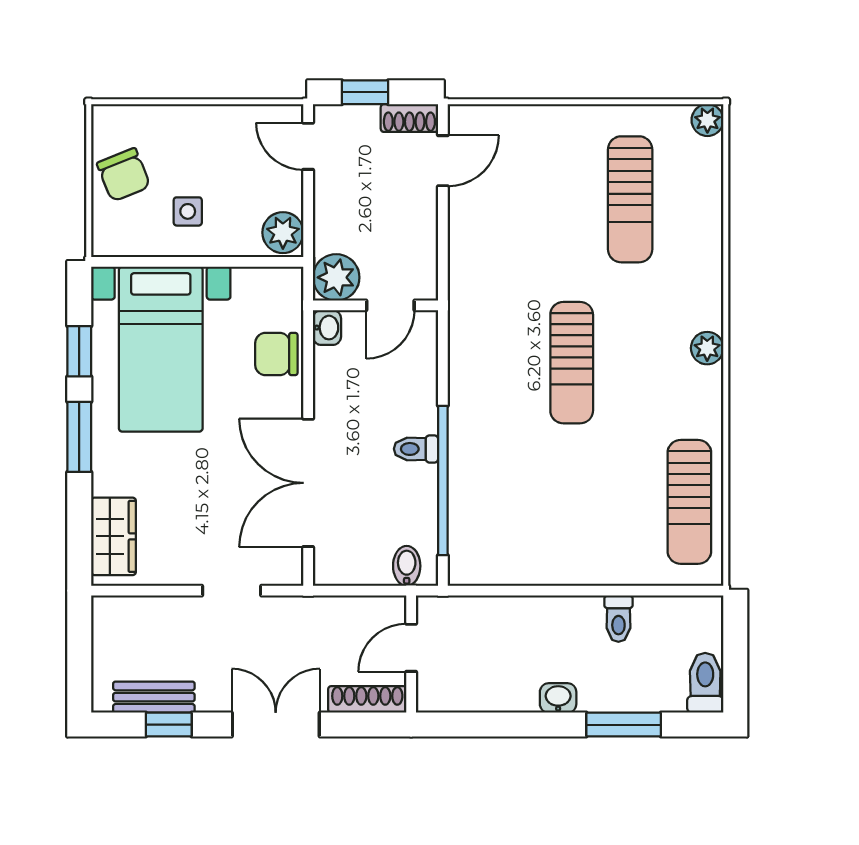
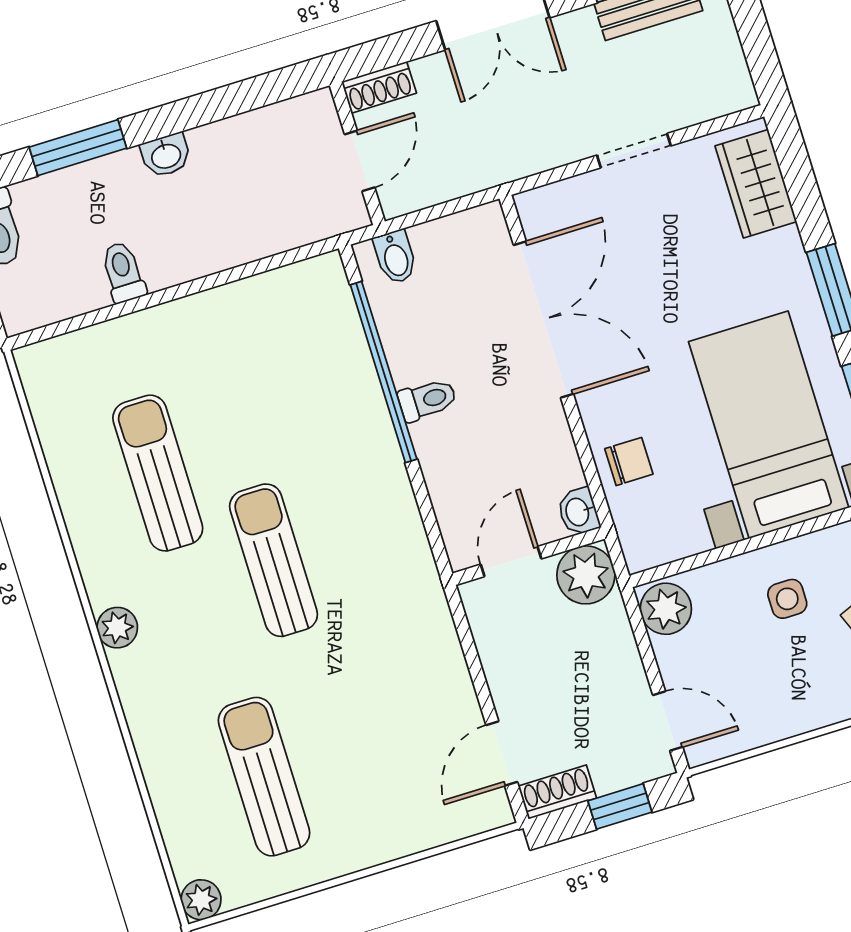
chair: (276, 354) -> (629, 461), width x0.73, depth x0.73
sun lounger: (689, 502) -> (158, 473), moved
doorway: (232, 591) -> (634, 151), moved
shoe rack: (367, 699) -> (379, 87), width x0.70

